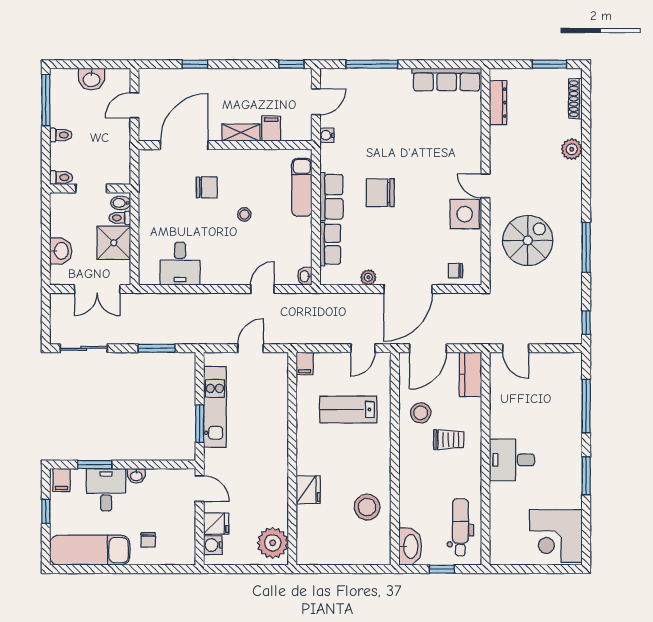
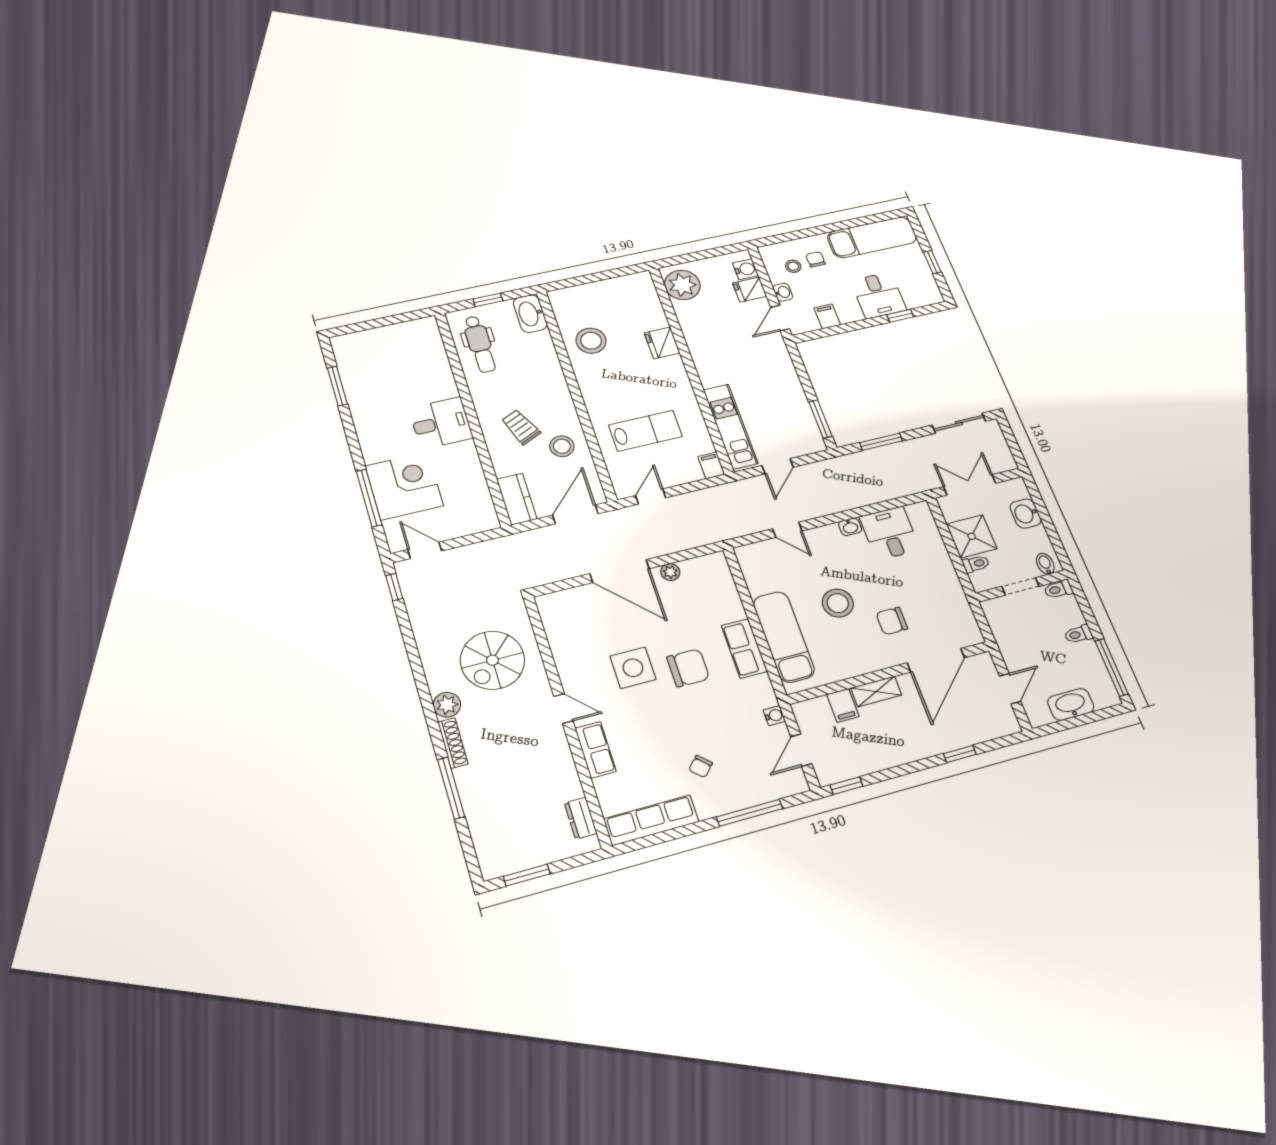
washbasin: (91, 79) -> (1071, 704), width x1.38
shoe rack: (575, 99) -> (453, 743), moved
dresser: (498, 103) -> (581, 818), width x0.70
plant: (572, 149) -> (447, 705), moved
exam couch: (302, 187) -> (784, 637), width x1.36, depth x1.45
bidet: (121, 203) -> (1045, 564), moved, turned -90
side table: (465, 214) -> (633, 668), moved
stool: (244, 215) -> (838, 603), width x1.89, depth x1.89
row of seats: (330, 244) -> (595, 750), moved, turned 180
window: (586, 247) -> (451, 788), moved
chair: (455, 271) -> (701, 767), moved, turned 134
washbasin: (305, 276) -> (850, 527), moved, turned 90
door: (262, 289) -> (787, 530), hinge flipped
door: (408, 289) -> (620, 571), swing flipped
door: (516, 348) -> (425, 550), moved
kitchen unit: (215, 407) -> (731, 426), moved, turned 180
window: (200, 424) -> (820, 419), moved
trolley: (449, 440) -> (521, 427), turned 66
window: (95, 465) -> (900, 316), width x0.67
washbasin: (136, 476) -> (783, 292), moved, turned 90
window: (586, 476) -> (337, 386), moved
filing cabinet: (61, 480) -> (827, 316), moved
door: (200, 489) -> (780, 318), hinge flipped
corner desk: (556, 536) -> (404, 486), moved
stool: (170, 538) -> (793, 266), added

